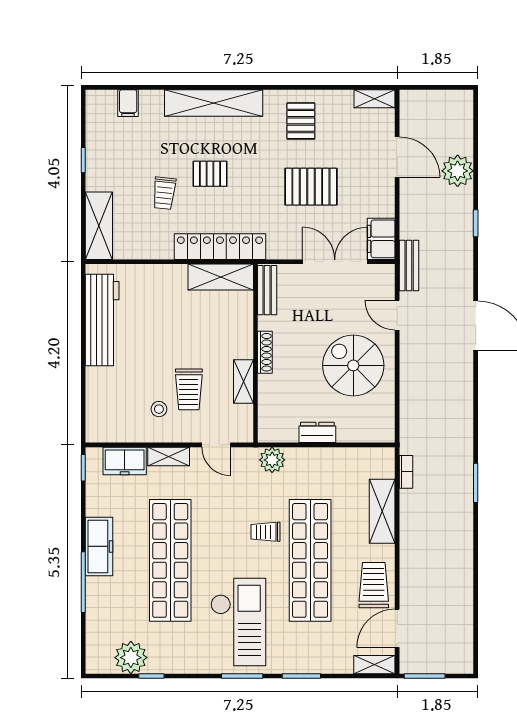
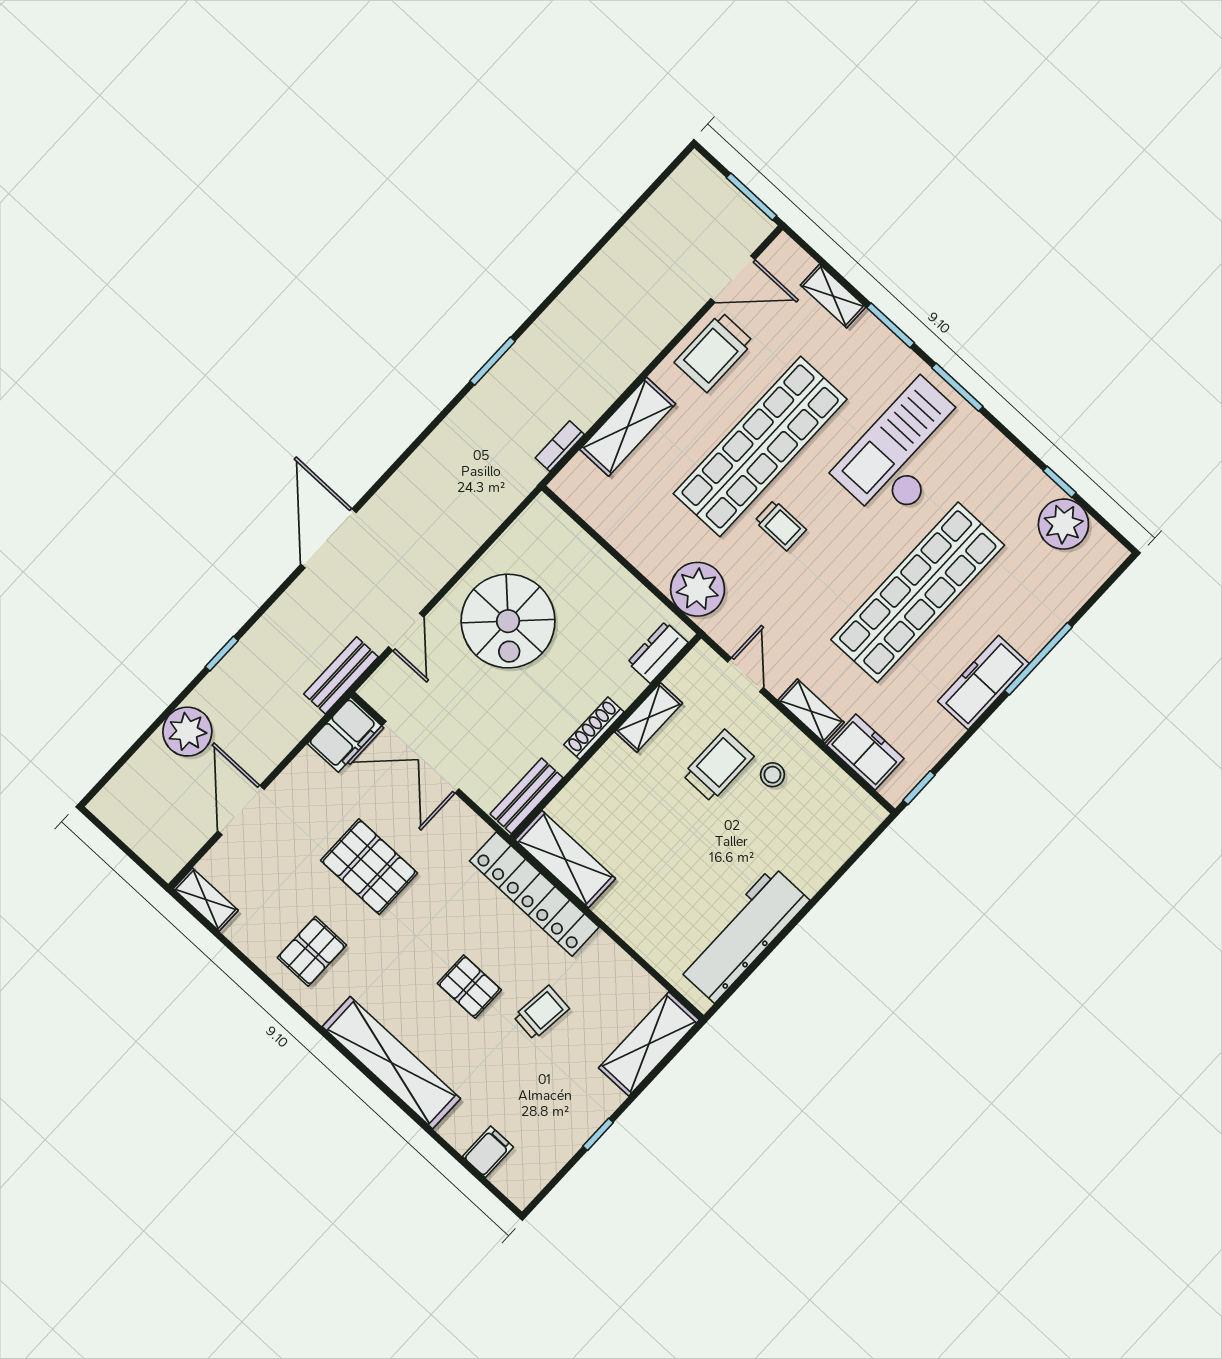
dresser: (317, 432) -> (658, 652), moved, turned 90
plant: (272, 460) -> (698, 589), width x1.36, depth x1.36
shelving: (374, 665) -> (833, 296), moved

